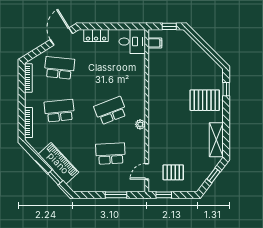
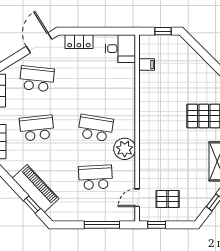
filing cabinet: (155, 43) -> (147, 64), moved
school desk: (111, 111) -> (96, 128), turned 30
plant: (140, 124) -> (125, 149), width x1.87, depth x1.87
window: (116, 195) -> (102, 225), width x1.44

